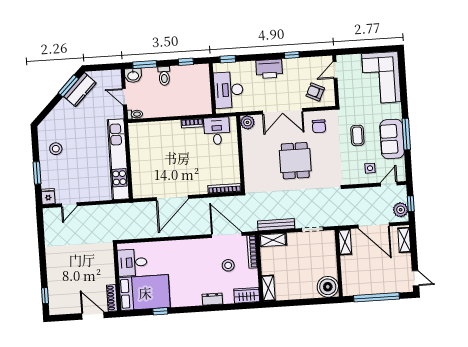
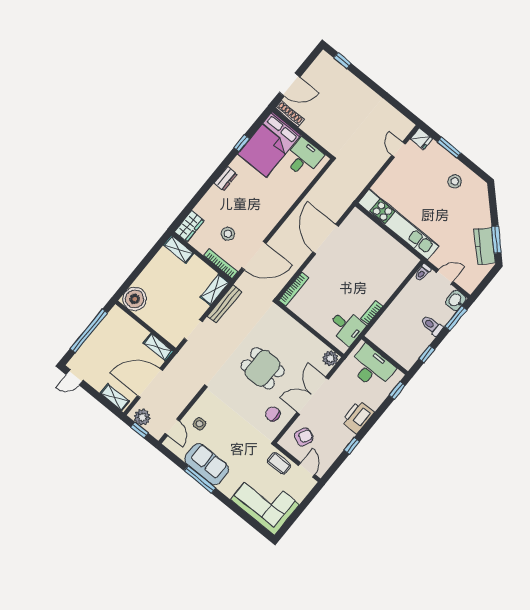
coffee table: (357, 135) -> (279, 463), moved
dresser: (212, 299) -> (226, 179), moved

